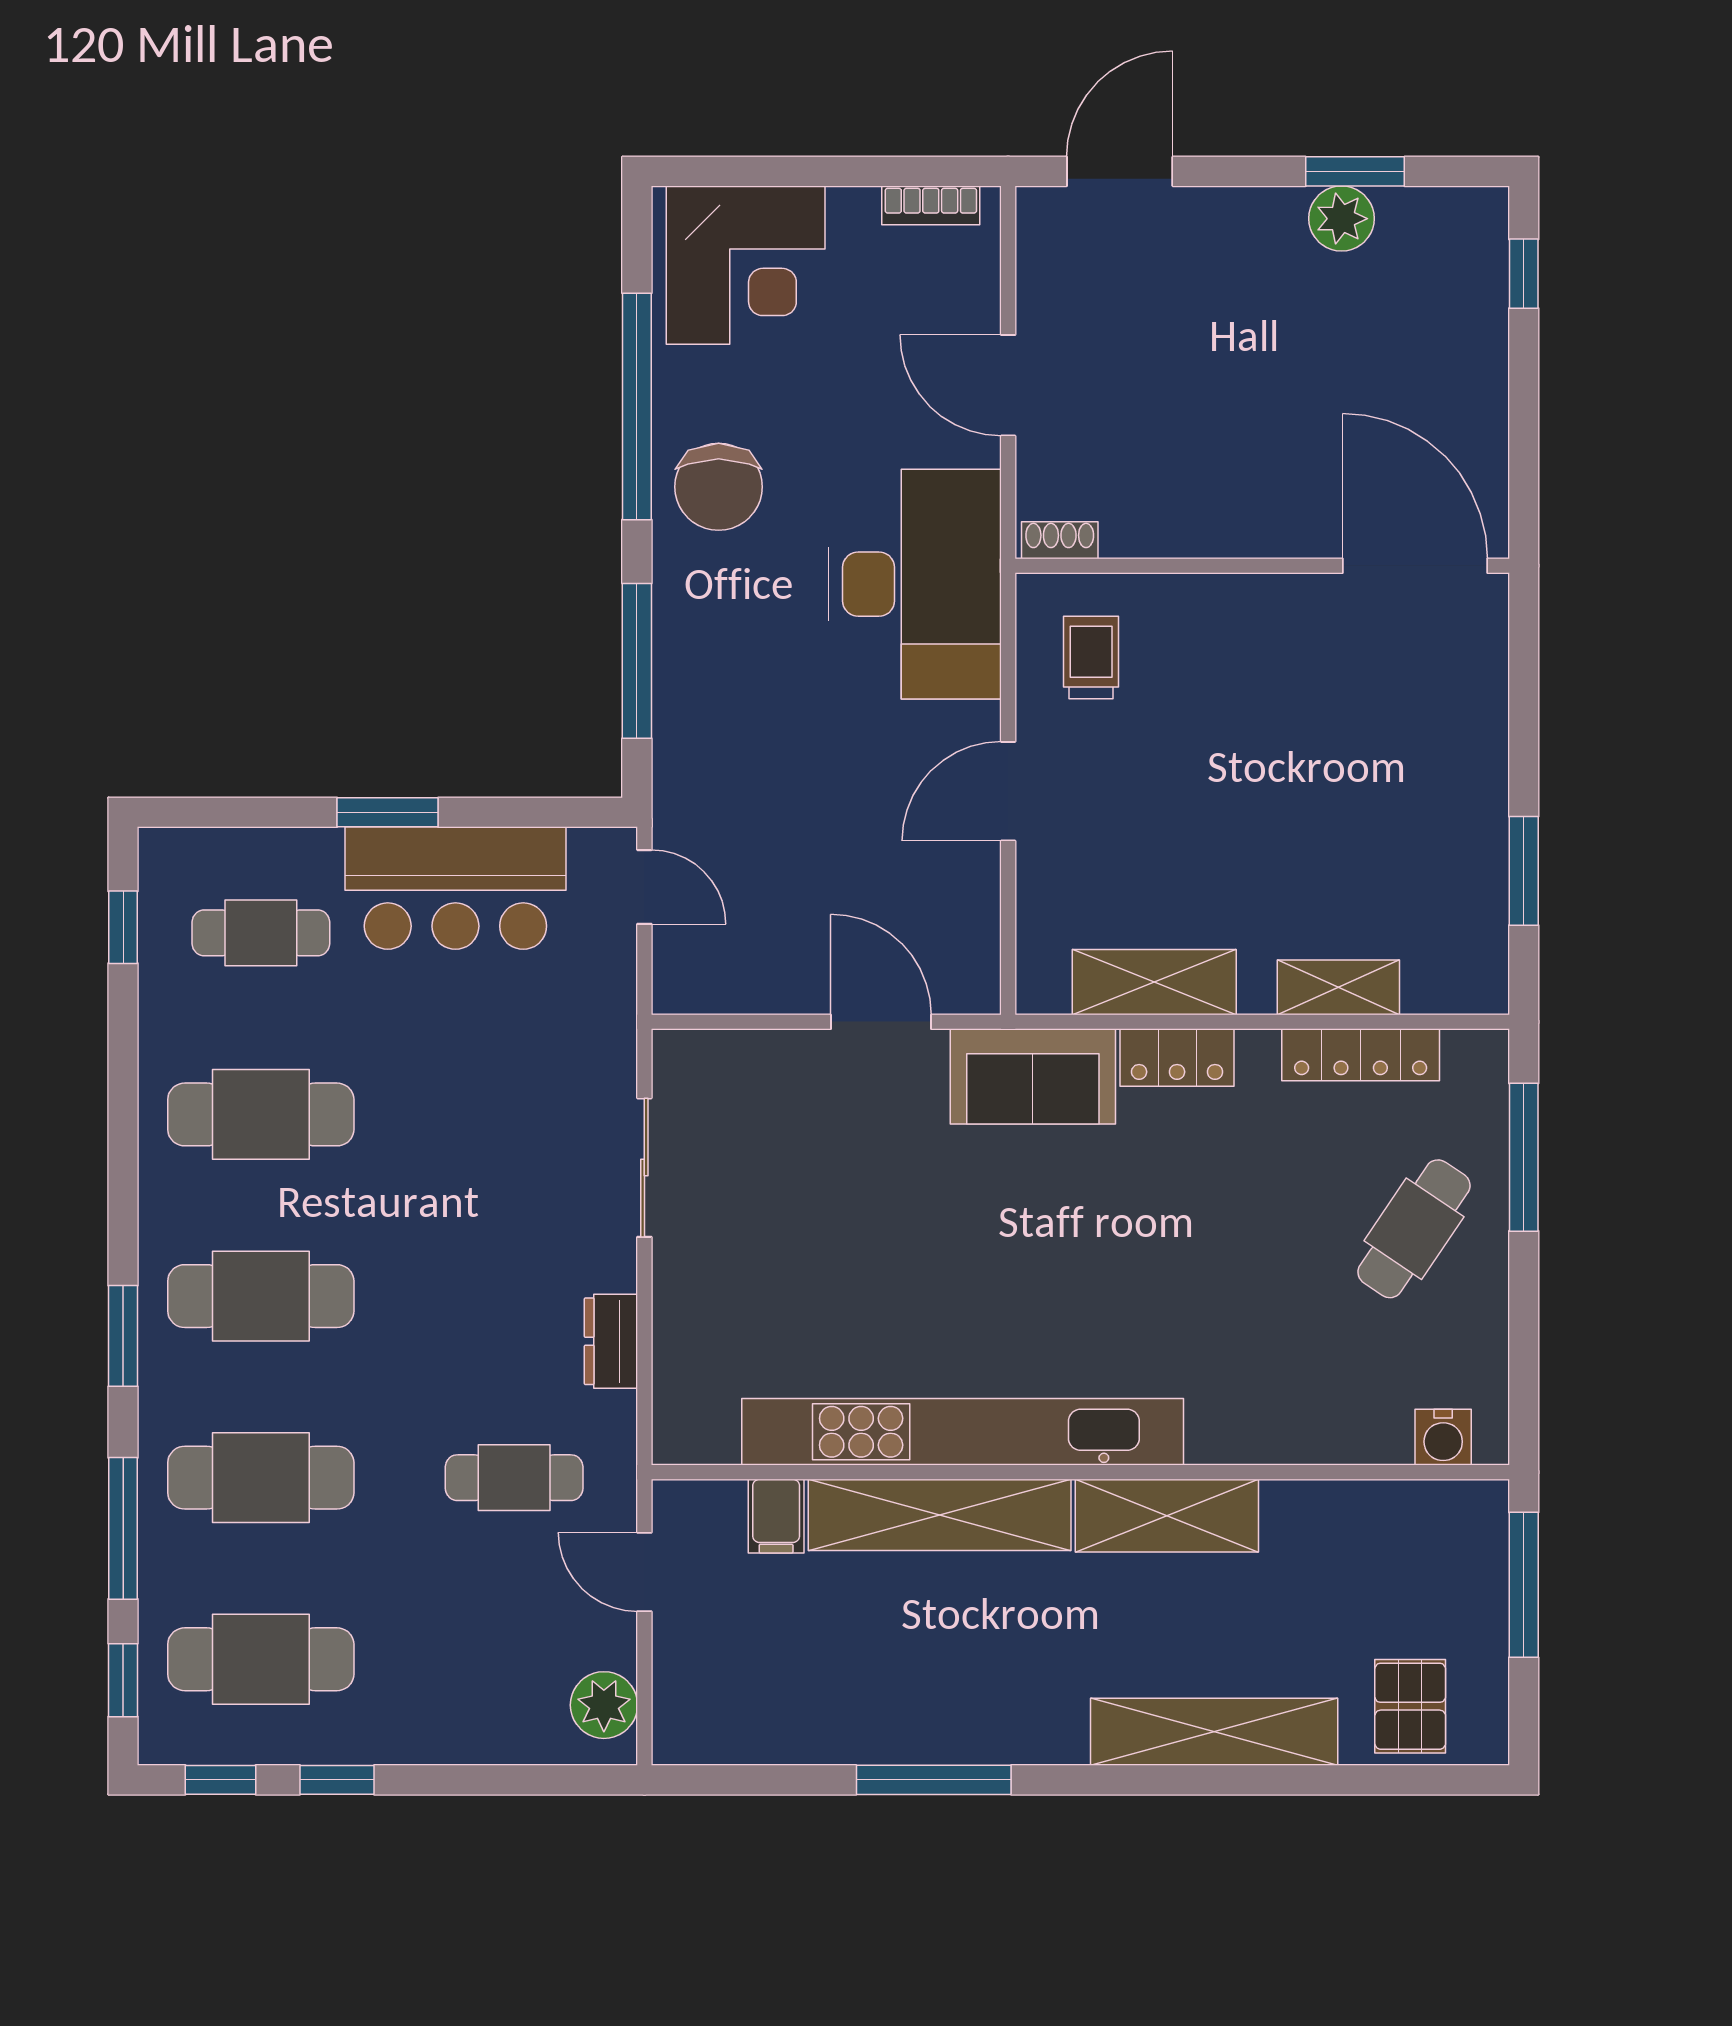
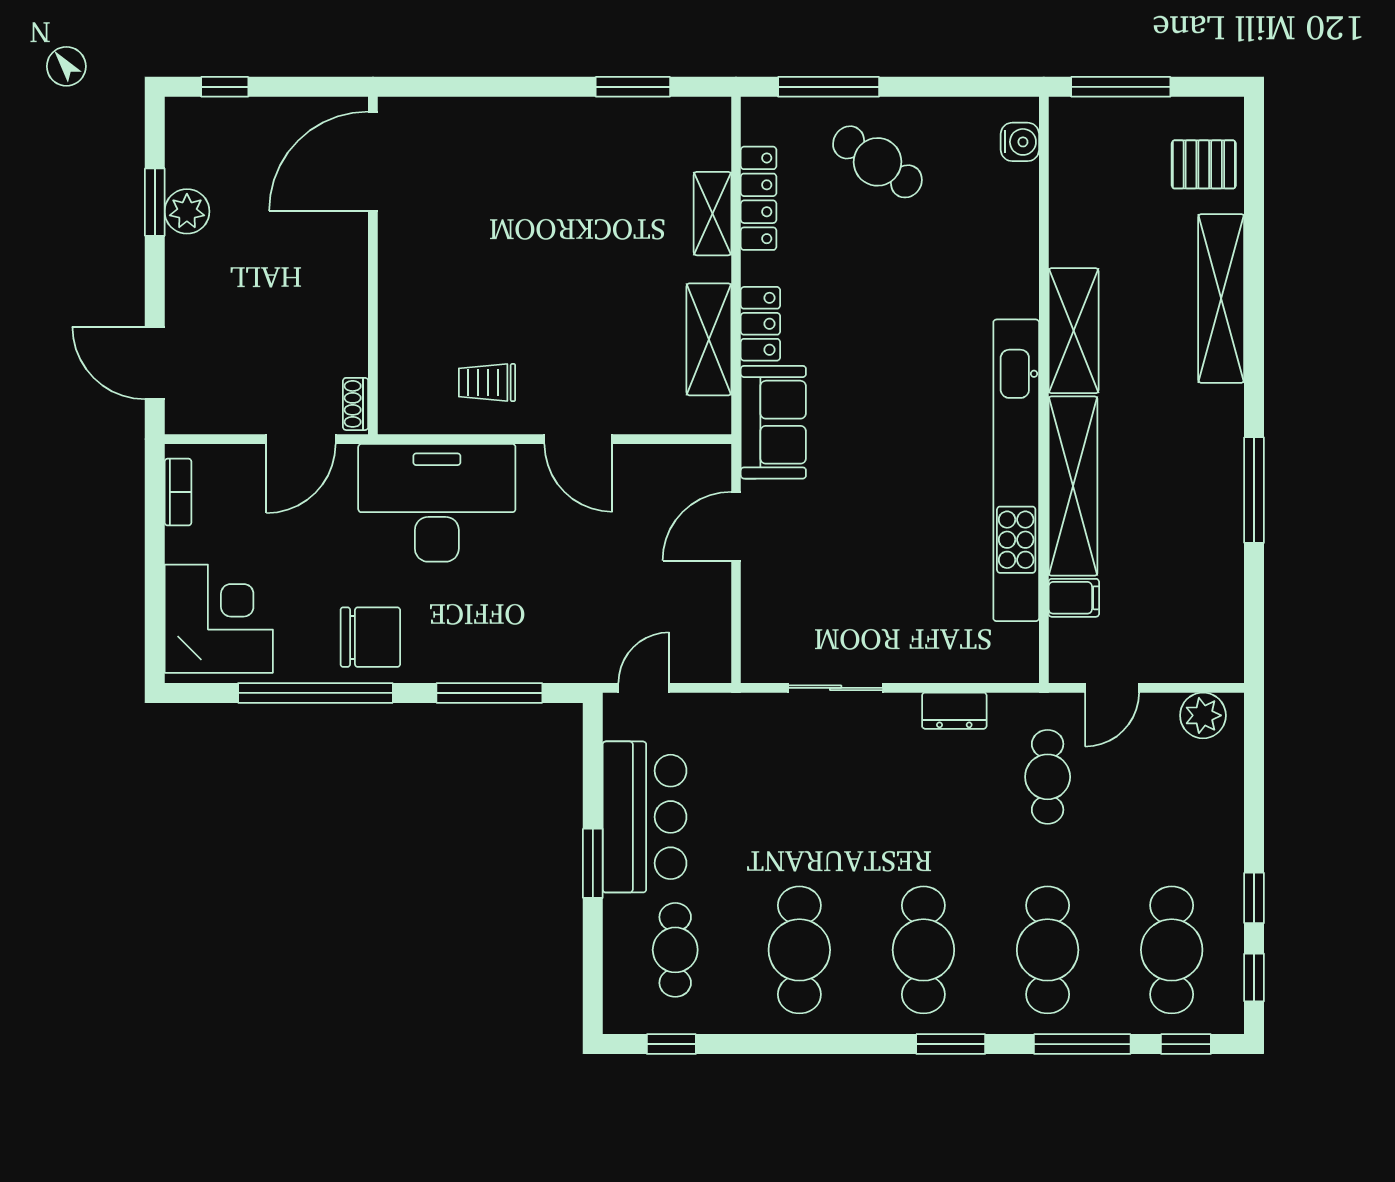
shoe rack: (1060, 540) -> (356, 404), moved
wall: (1262, 566) -> (373, 266), moved
door: (1415, 566) -> (373, 161), moved

